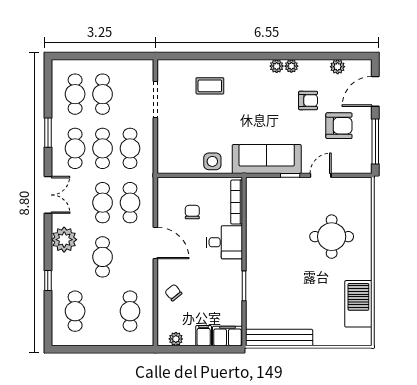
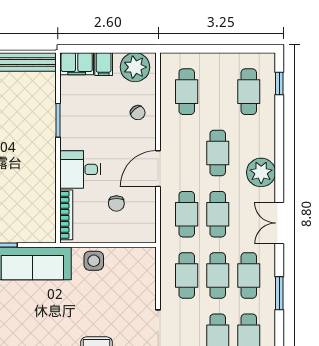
door: (155, 243) -> (158, 169), hinge flipped
window: (48, 281) -> (279, 83), moved
plant: (176, 339) -> (135, 67), width x1.87, depth x1.87

